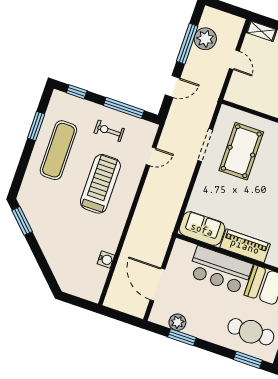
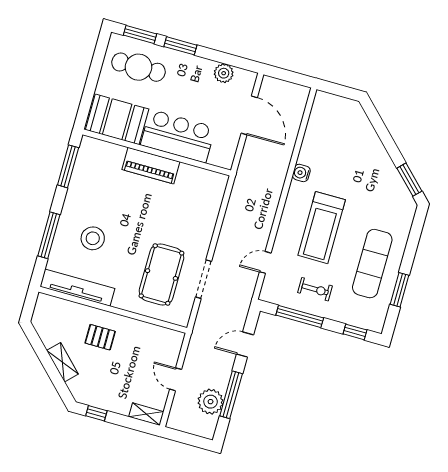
sofa: (202, 229) -> (202, 183), removed
water cooler: (106, 259) -> (301, 173), moved
window: (182, 337) -> (180, 46), moved

